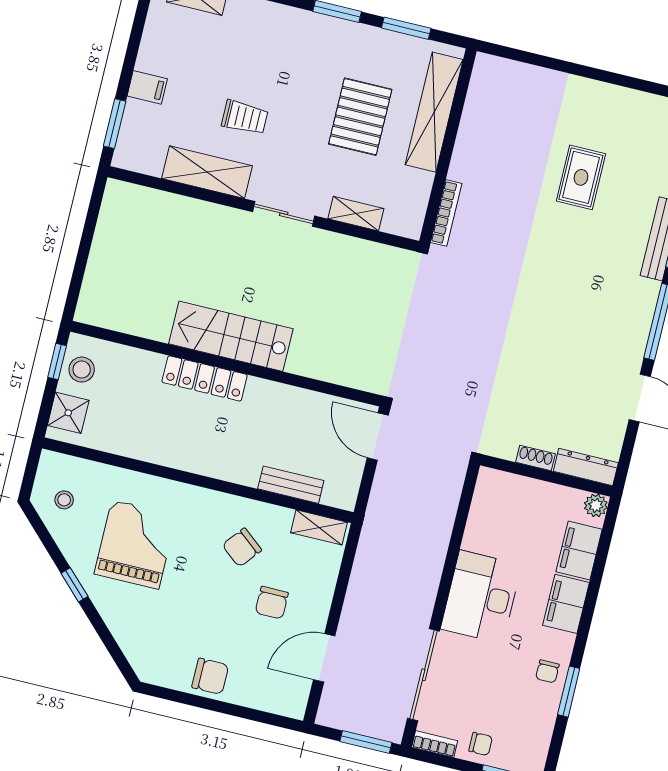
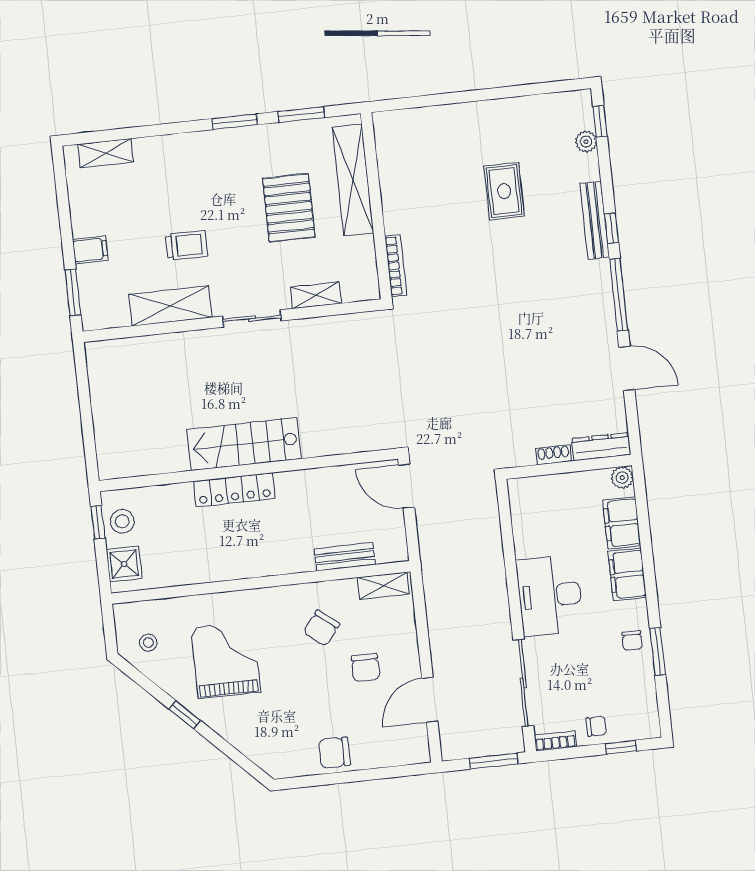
chair: (210, 676) -> (334, 753), turned 180

